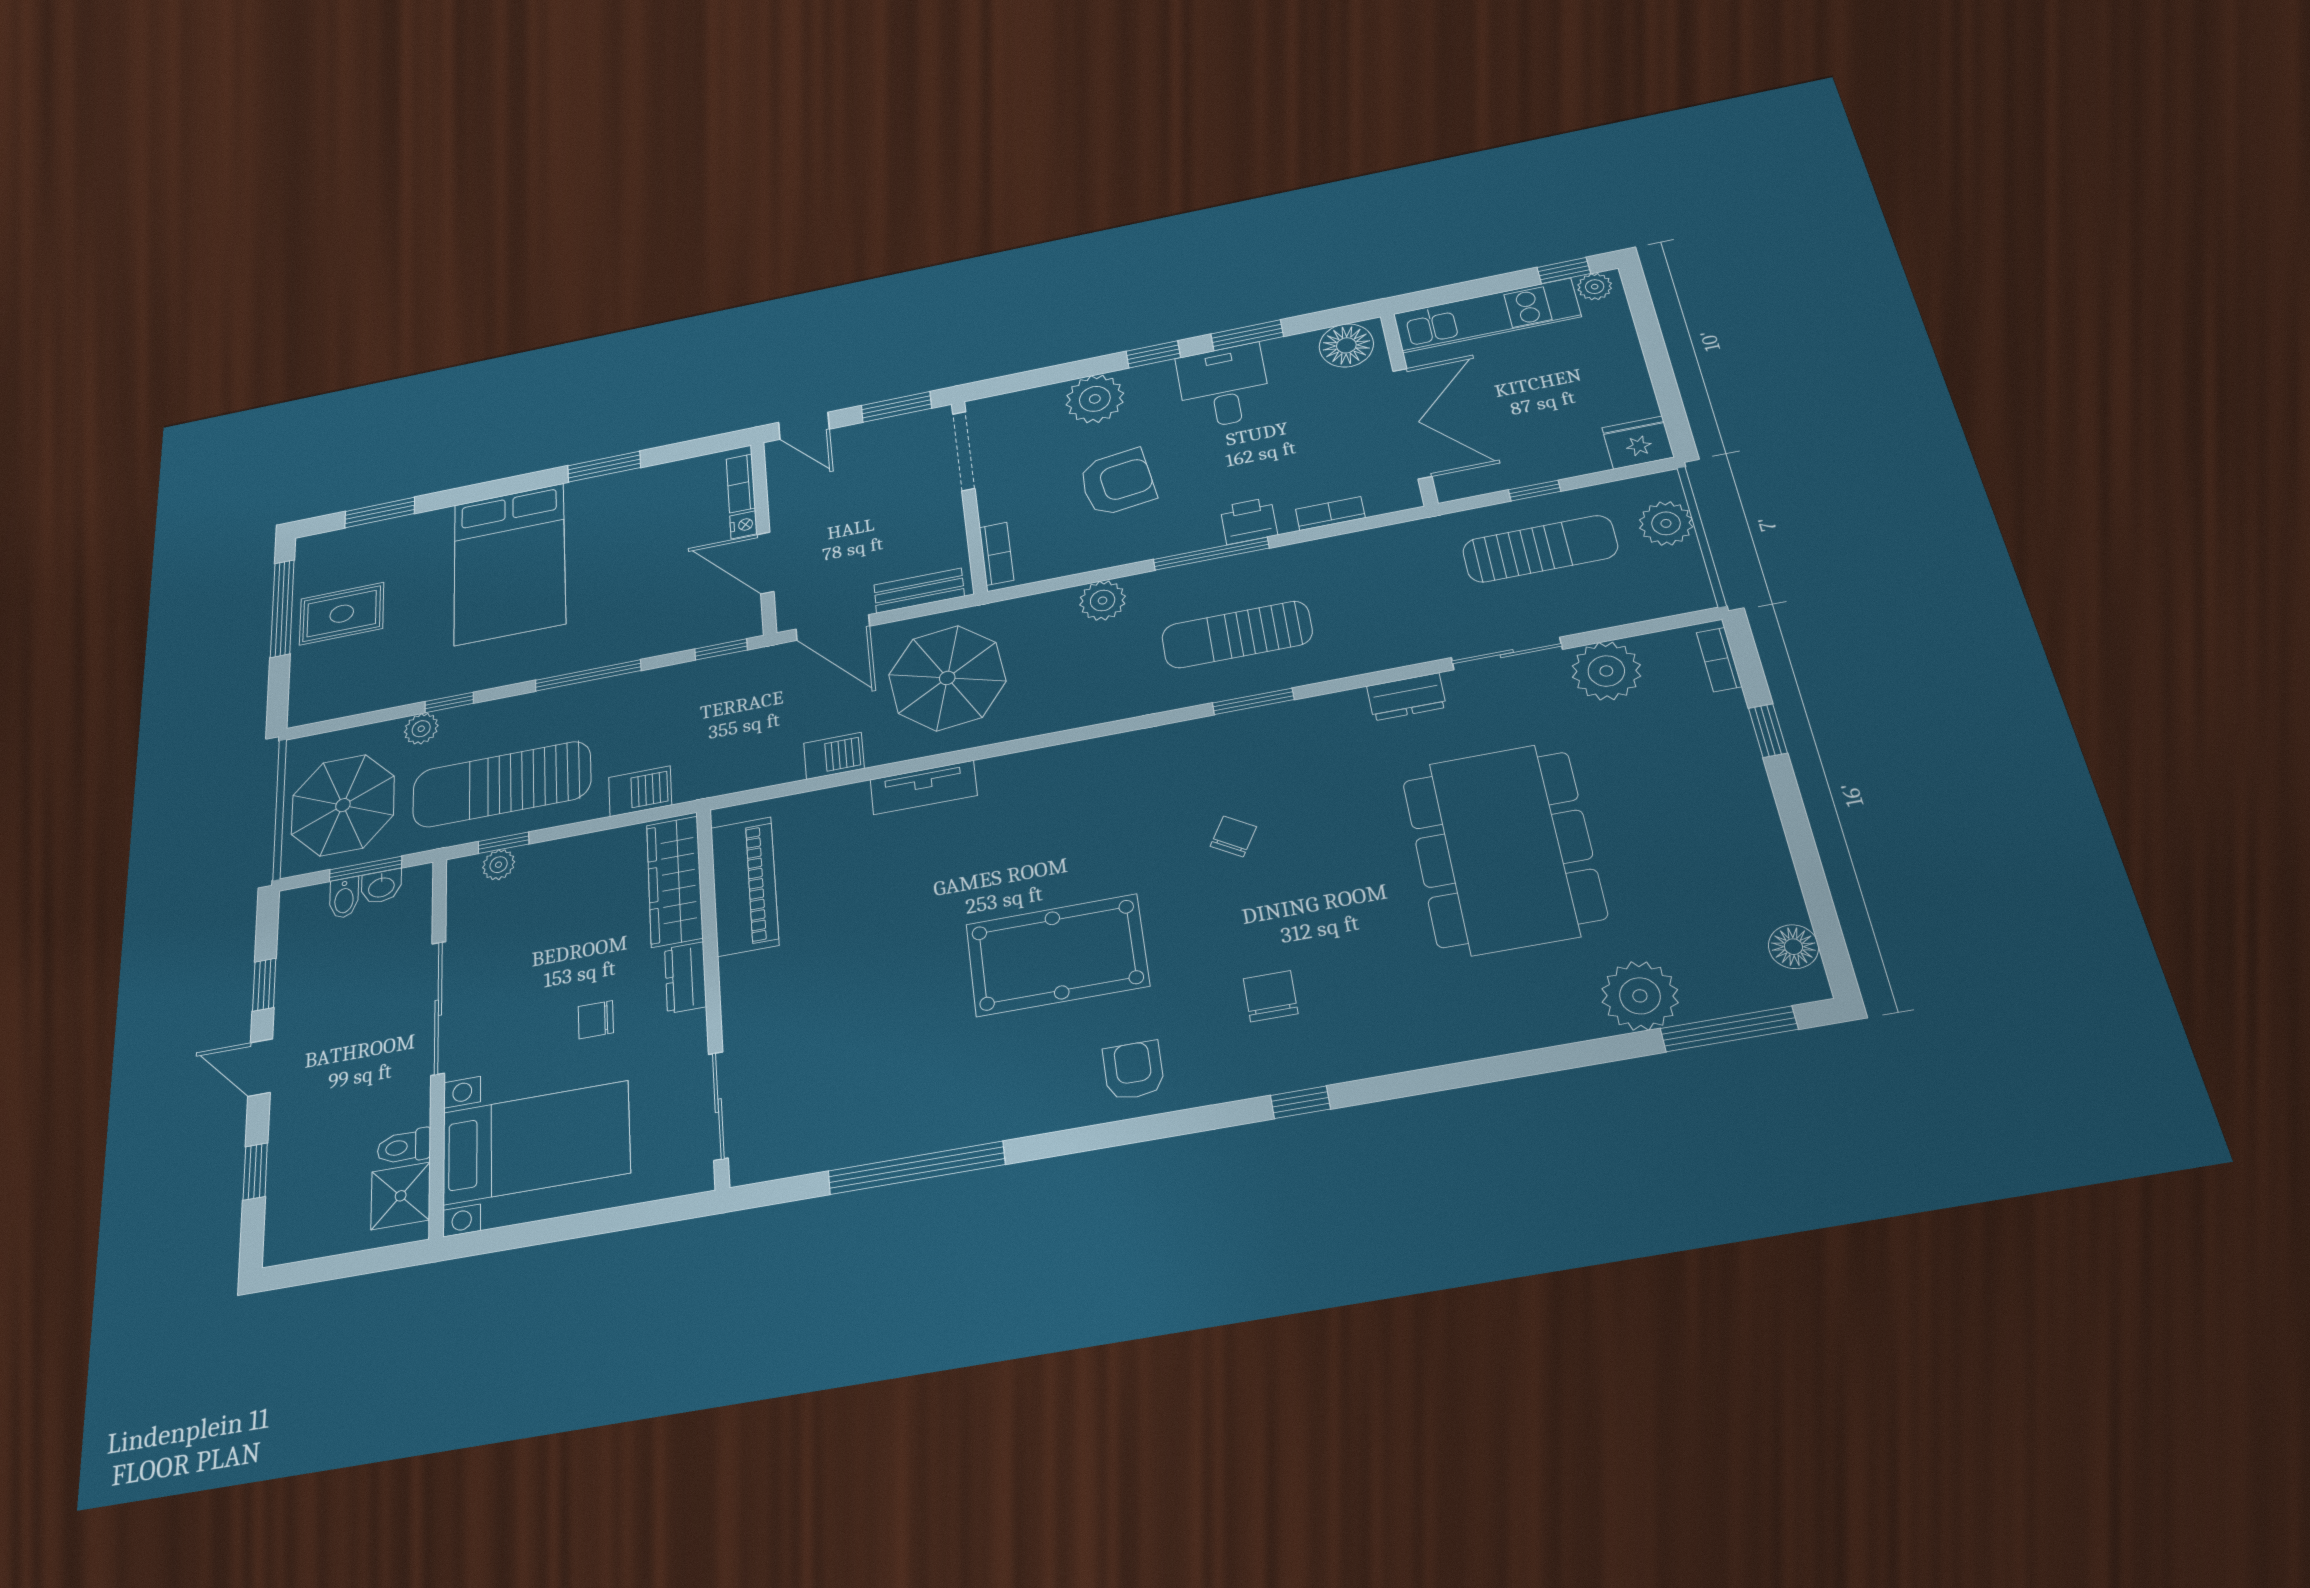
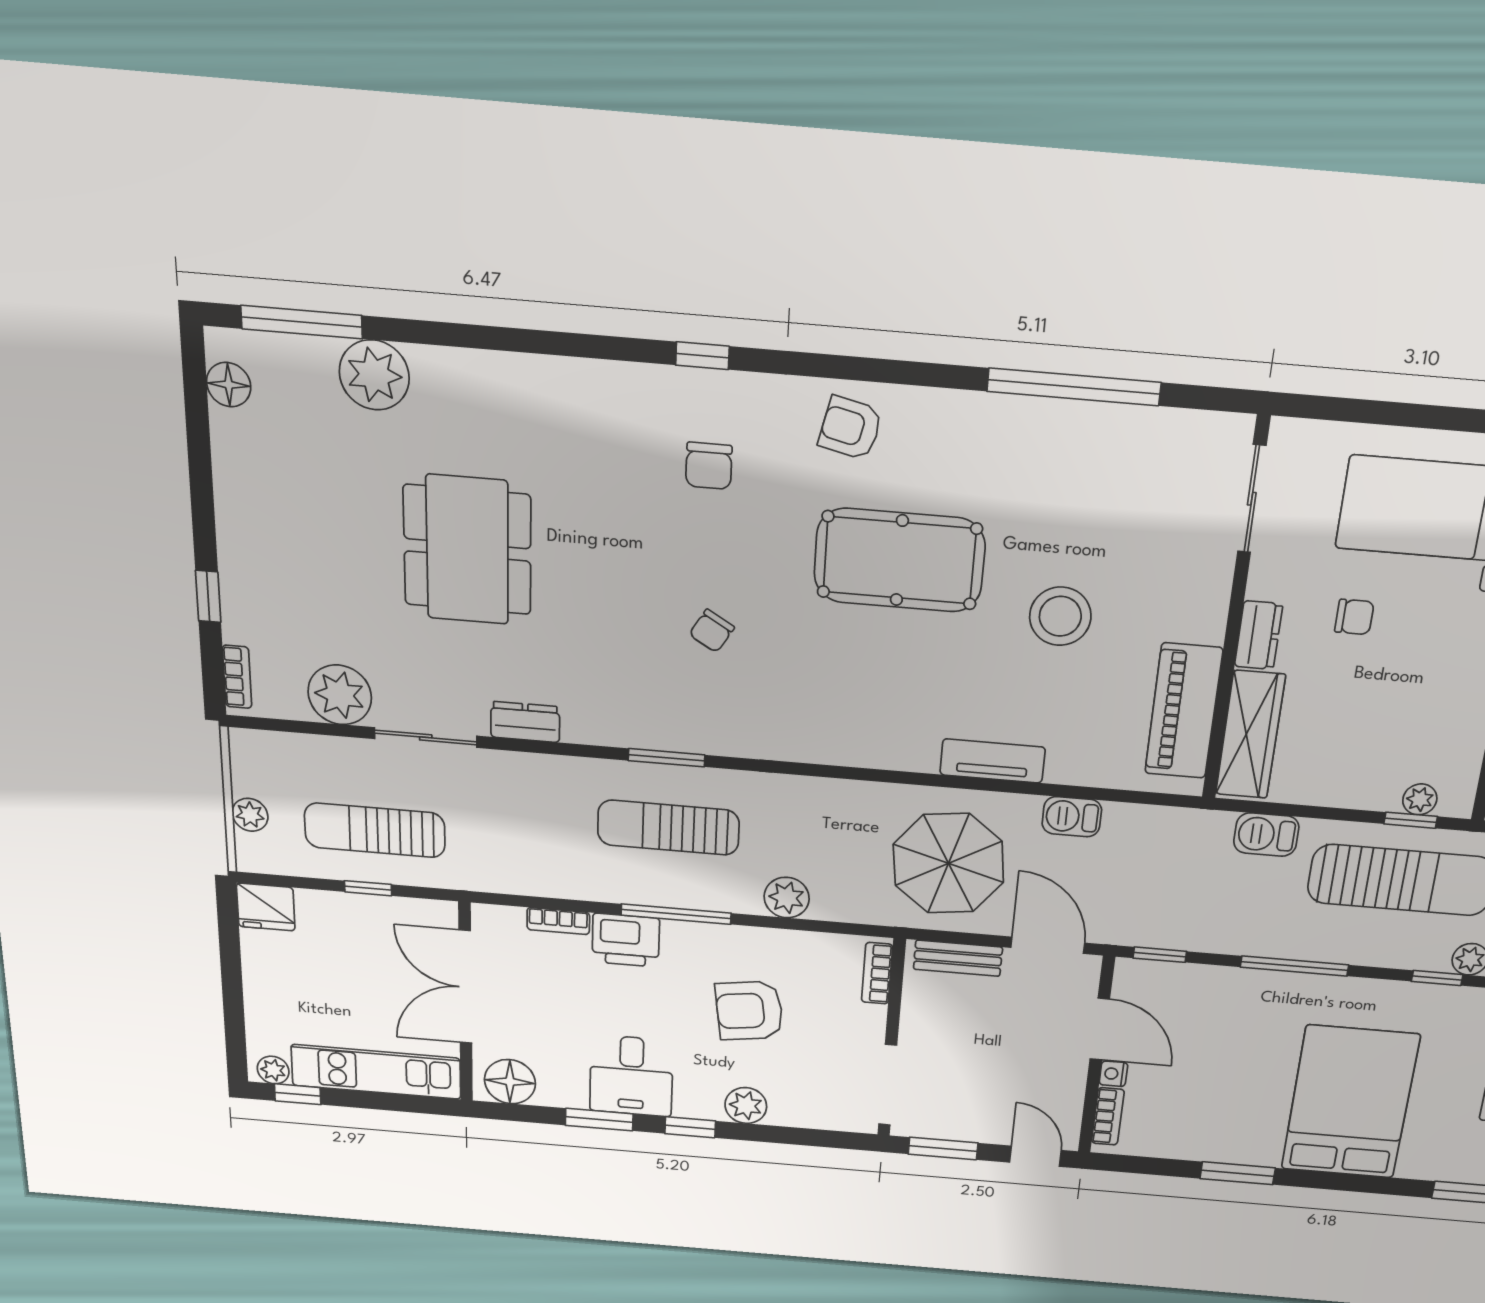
plant: (1095, 399) -> (746, 1105), width x0.73, depth x0.73
printer: (1249, 521) -> (626, 940), width x1.36, depth x1.24
plant: (1666, 523) -> (250, 815), width x0.73, depth x0.73
sun lounger: (1237, 635) -> (668, 828), turned 180
dining table: (1504, 849) -> (467, 550), width x0.73, depth x0.80
stool: (885, 944) -> (1060, 616), added
armchair: (1134, 1070) -> (850, 428), turned 103

